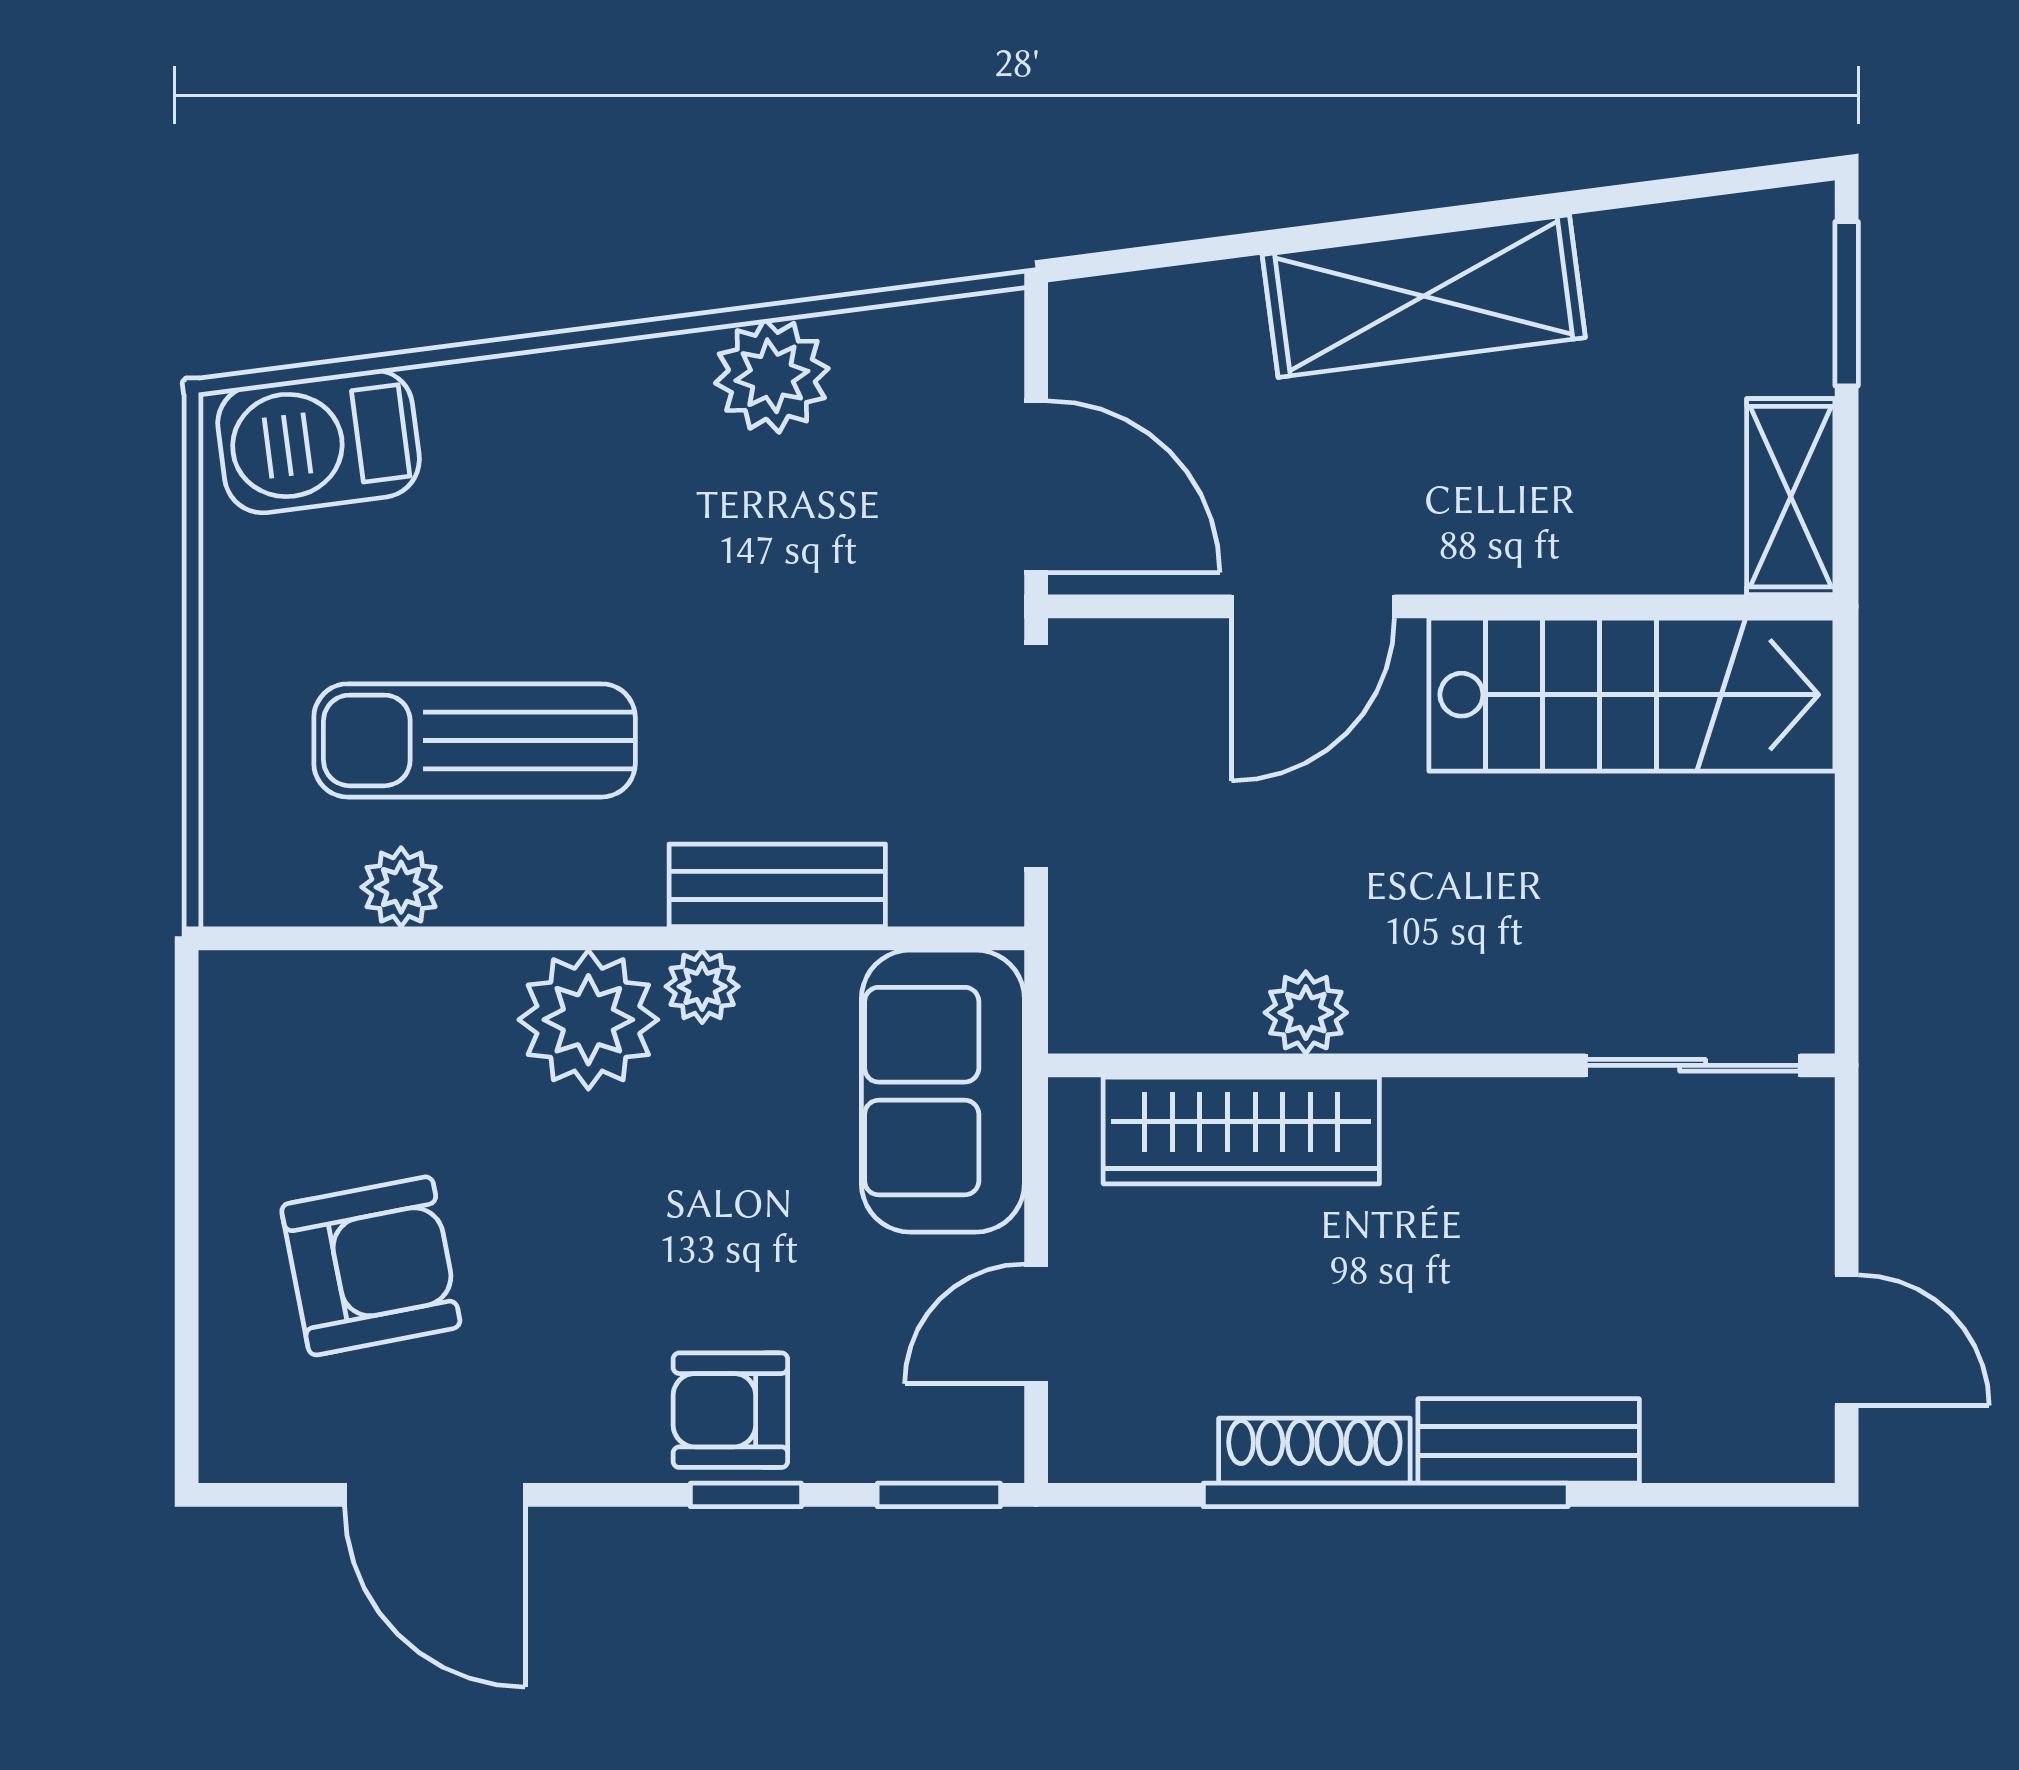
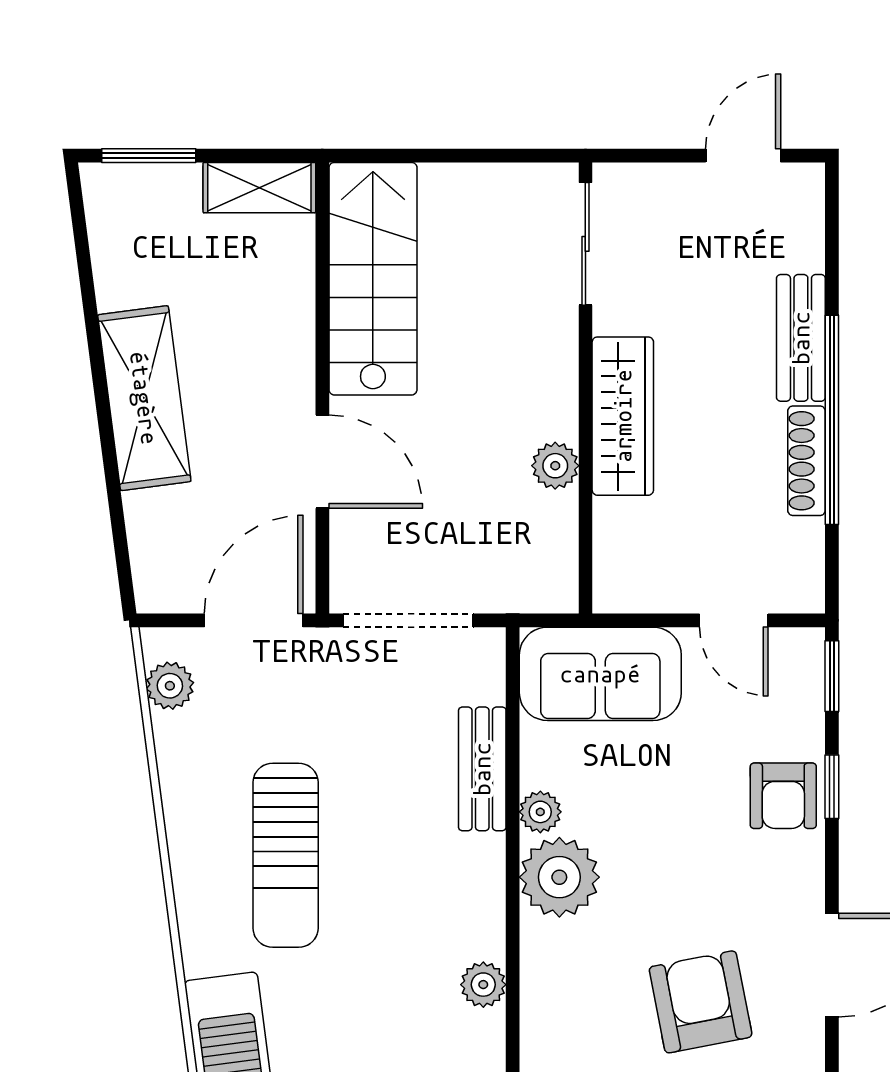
plant: (772, 376) -> (170, 686), moved, width x0.73, depth x0.73
sun lounger: (475, 740) -> (286, 855), moved
wardrobe: (1241, 1130) -> (623, 416), moved

